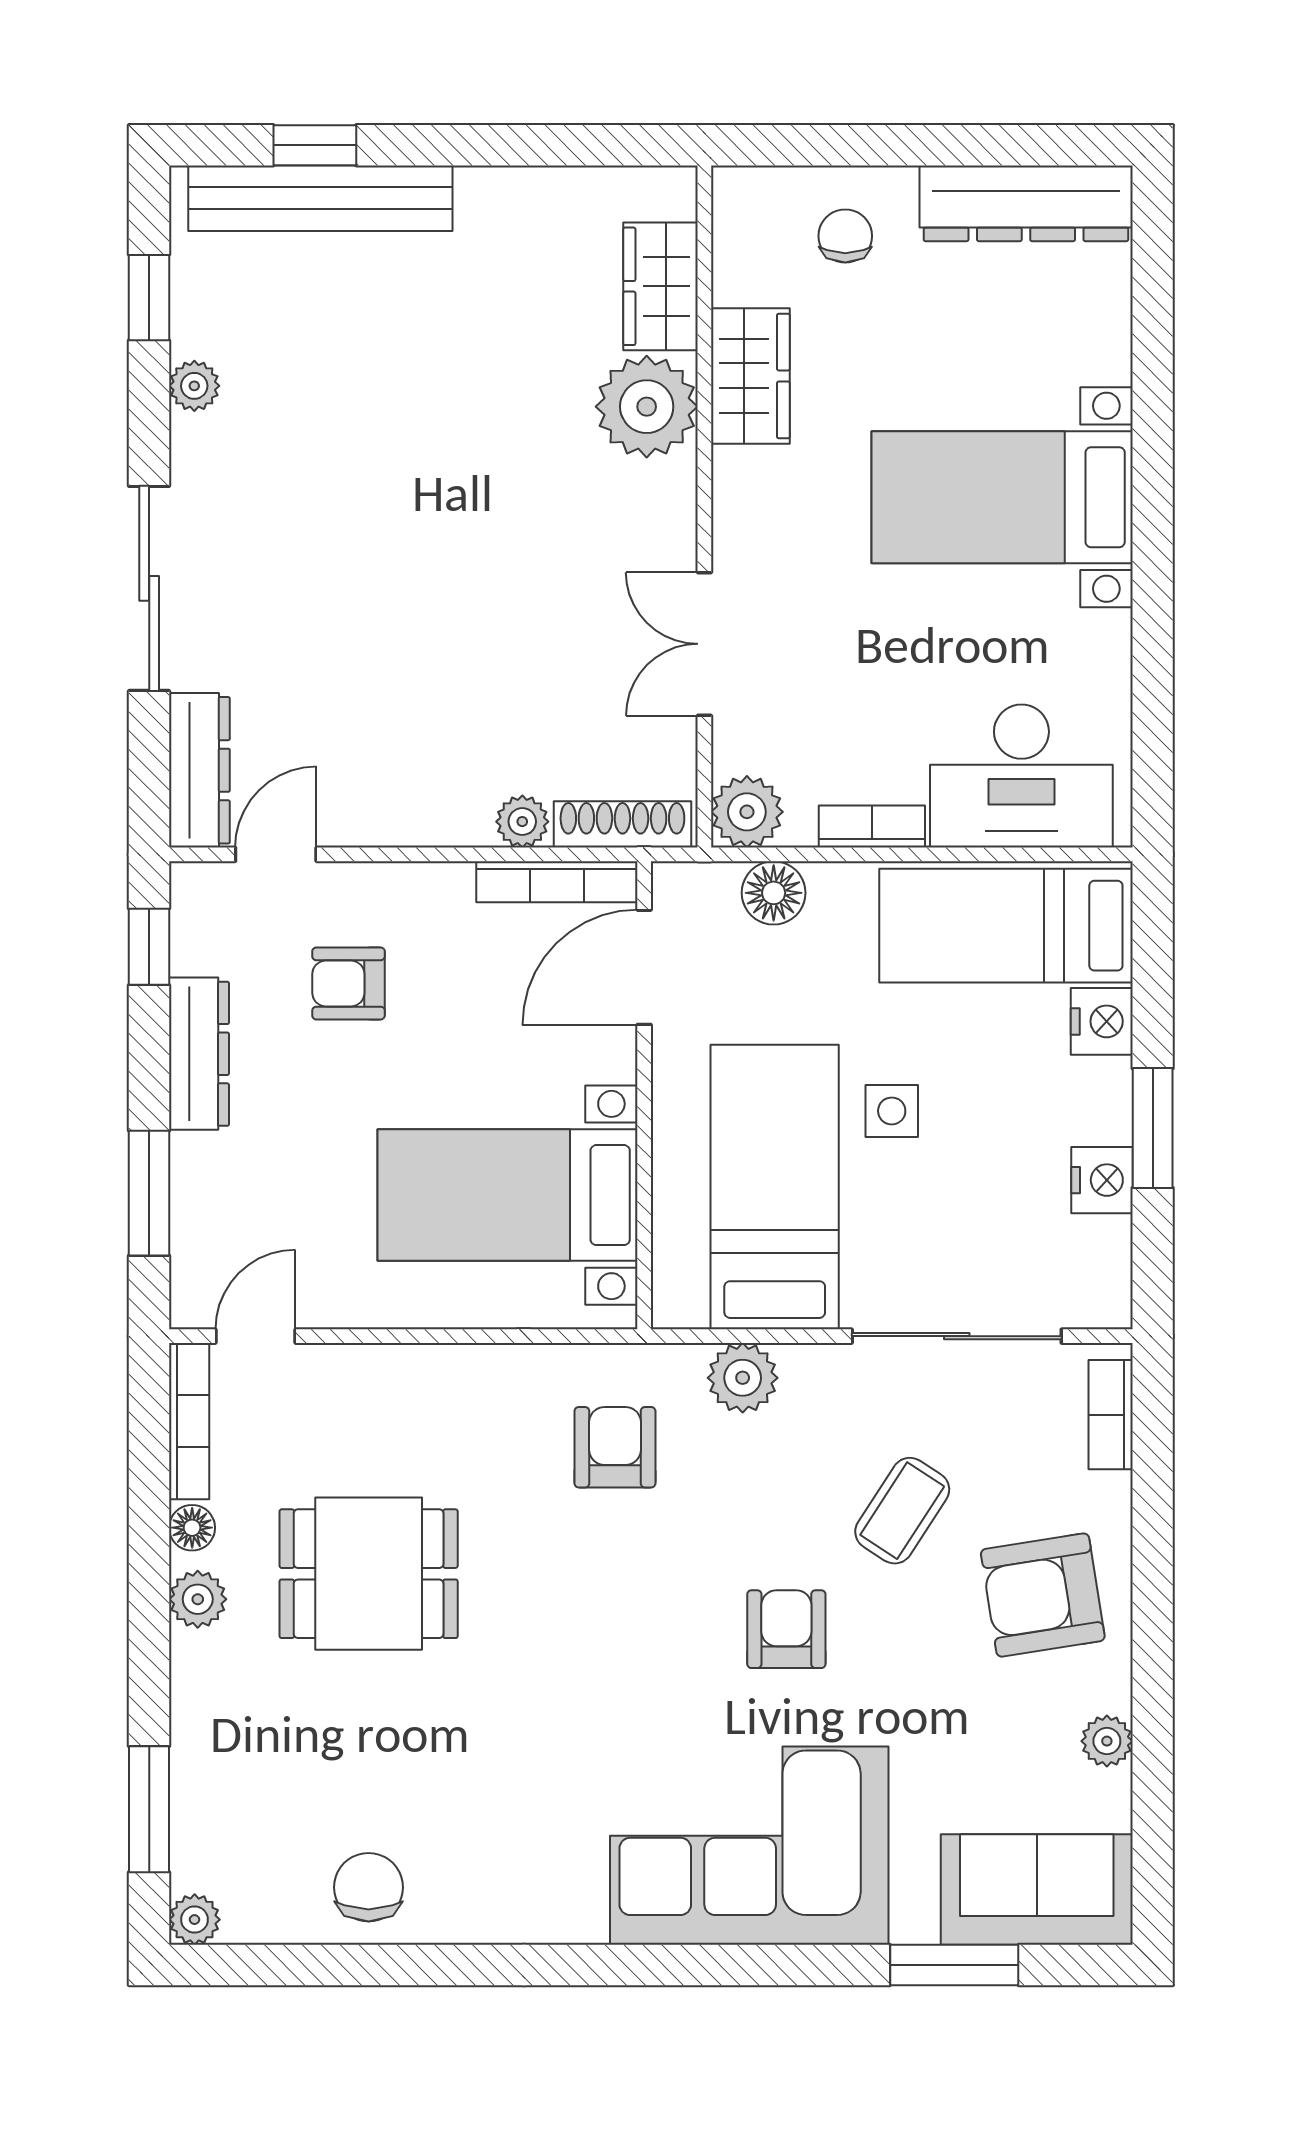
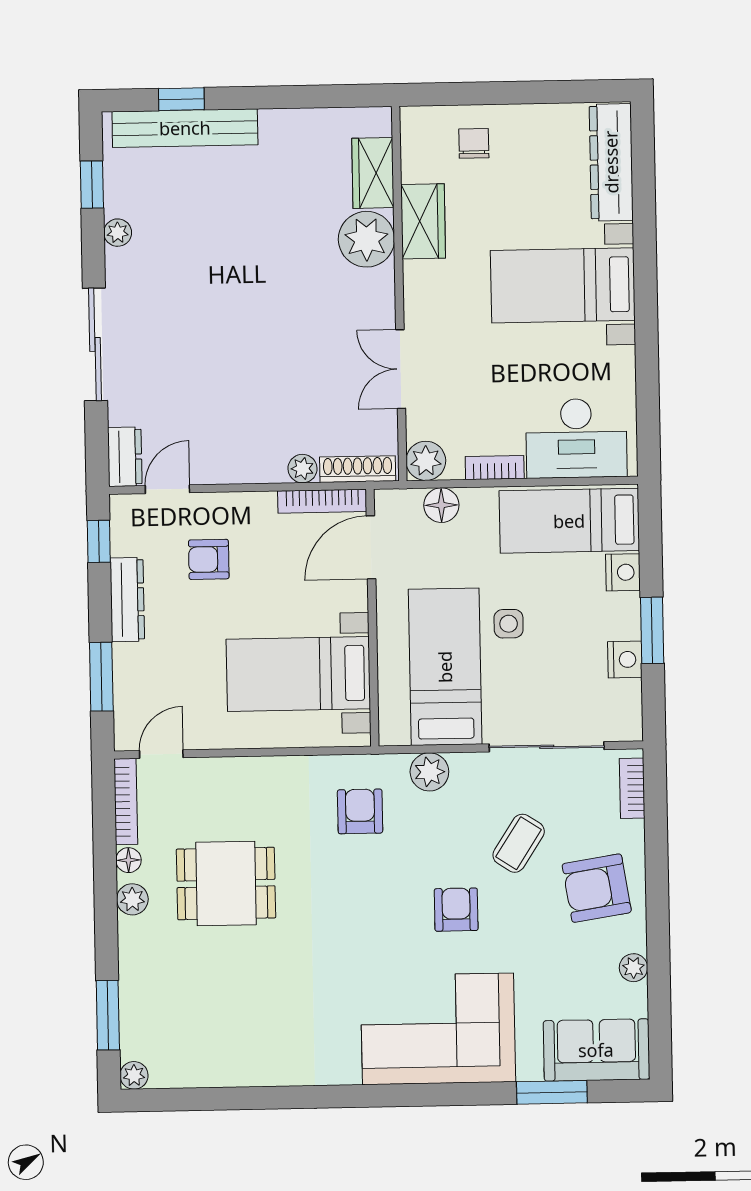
dresser: (1026, 203) -> (611, 162), moved, turned 90
dresser: (199, 770) -> (125, 457), width x0.70
chair: (369, 1887) -> (229, 1056), removed

